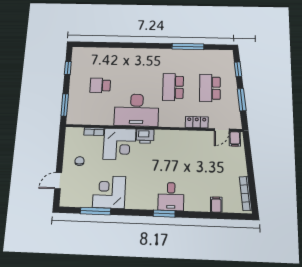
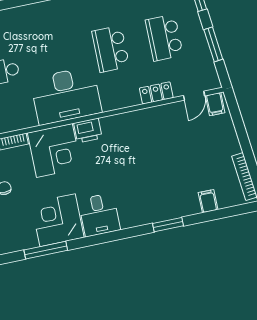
desk: (171, 196) -> (99, 215), moved
window: (164, 214) -> (168, 225), moved

